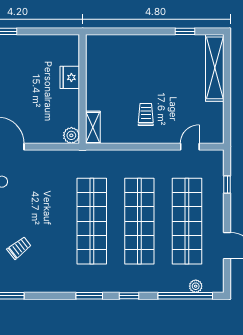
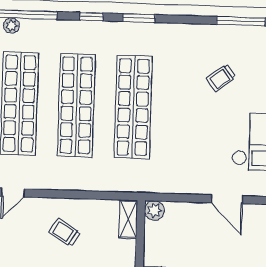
trolley: (146, 115) -> (65, 233), turned 121

